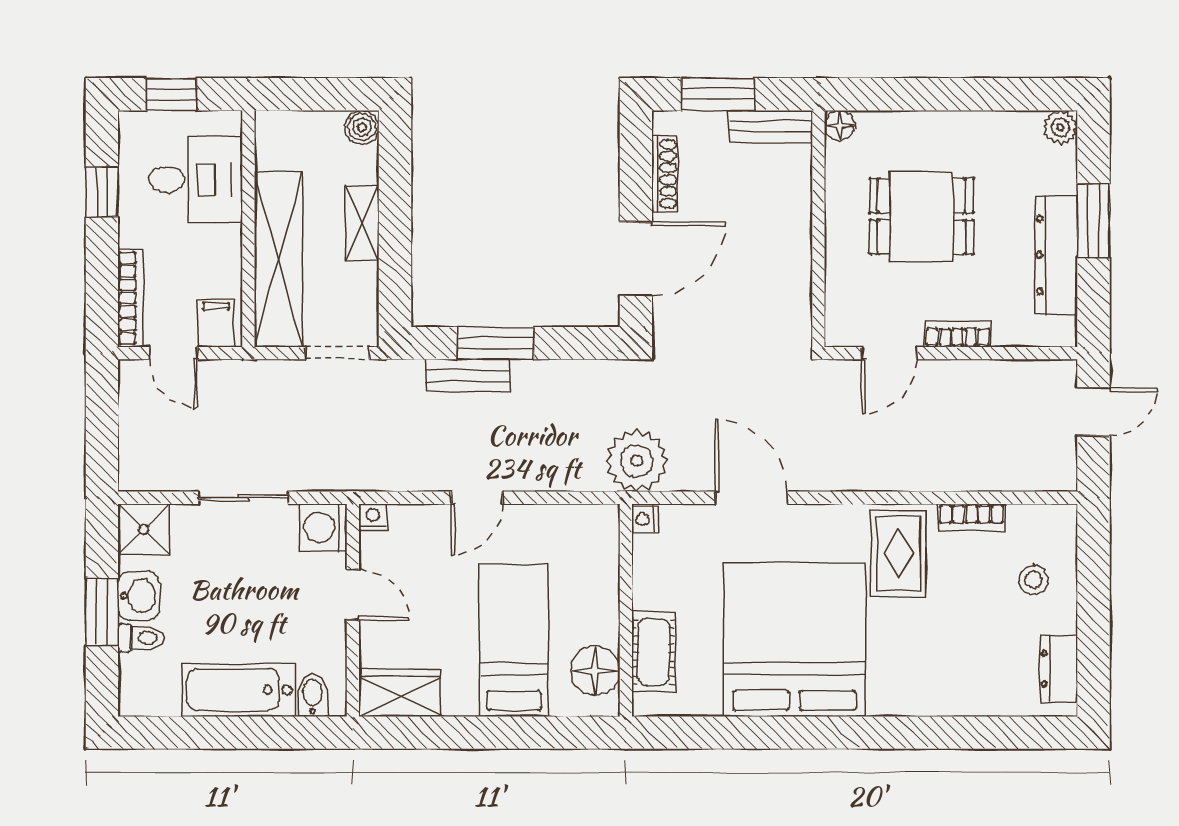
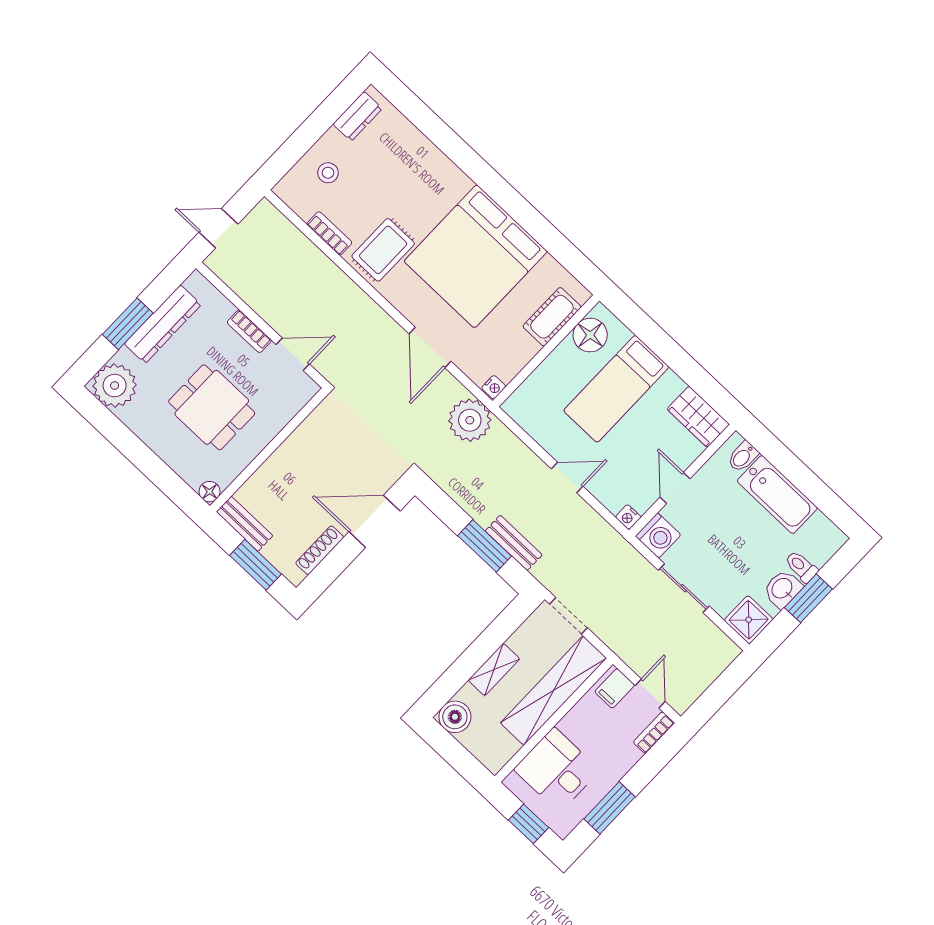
boiler: (362, 127) -> (455, 717), width x1.36, depth x1.36
plant: (1060, 127) -> (115, 386), width x1.88, depth x1.88
window: (102, 192) -> (610, 808), width x1.50
bookcase: (131, 298) -> (654, 733), width x0.64

